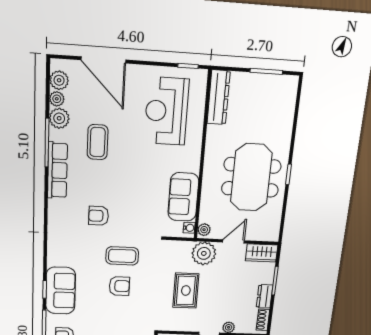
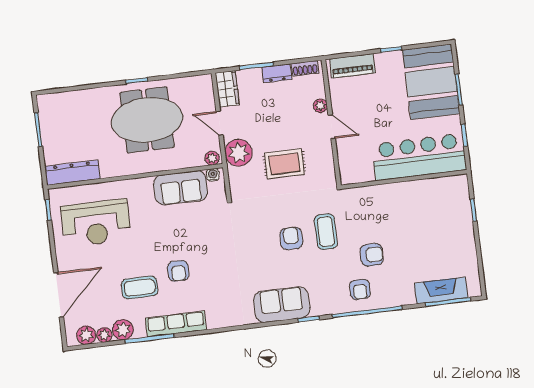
armchair: (99, 216) -> (178, 271), moved
coffee table: (122, 256) -> (326, 232), moved
sofa: (61, 291) -> (282, 305), moved

